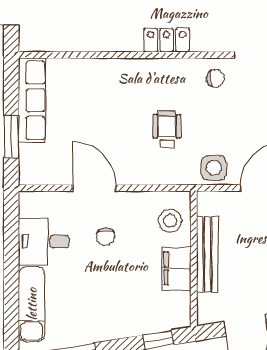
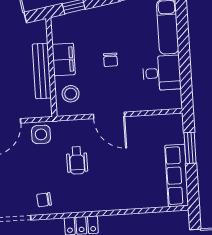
door: (94, 188) -> (109, 115), moved
chair: (106, 237) -> (110, 60), moved, turned 180

